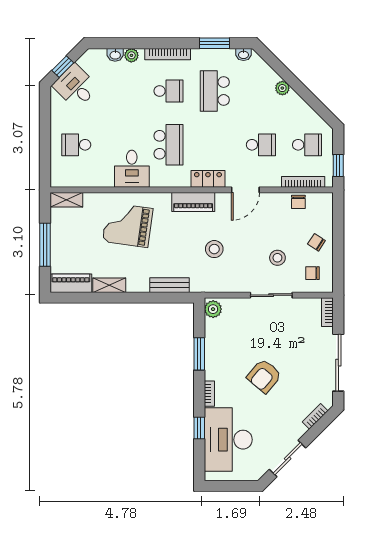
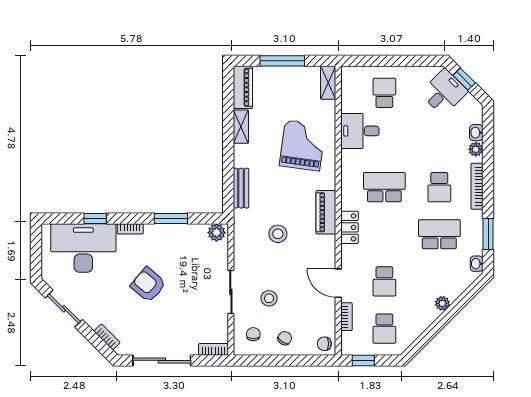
school desk: (169, 145) -> (384, 187), turned 180
desk: (132, 169) -> (360, 131), moved
bookcase: (303, 182) -> (346, 317), width x0.64
door: (245, 190) -> (338, 283), moved
chair: (298, 202) -> (324, 344), moved

